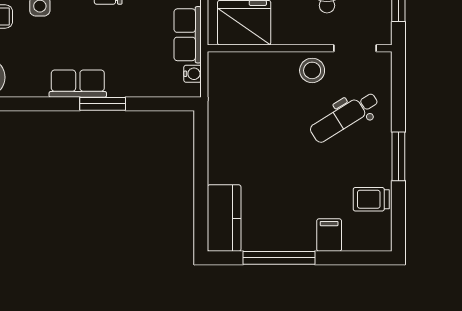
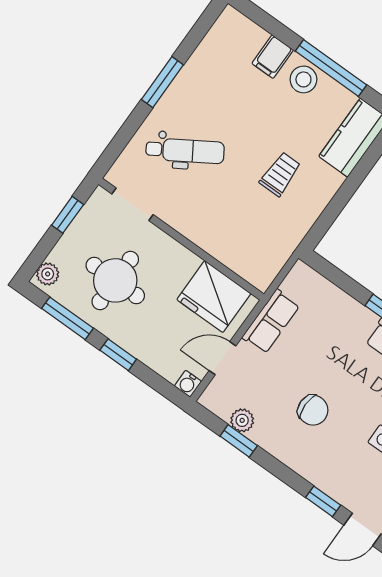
stool: (312, 70) -> (303, 79), moved
water cooler: (193, 74) -> (291, 284), removed
trolley: (371, 199) -> (280, 174), moved, turned -90

